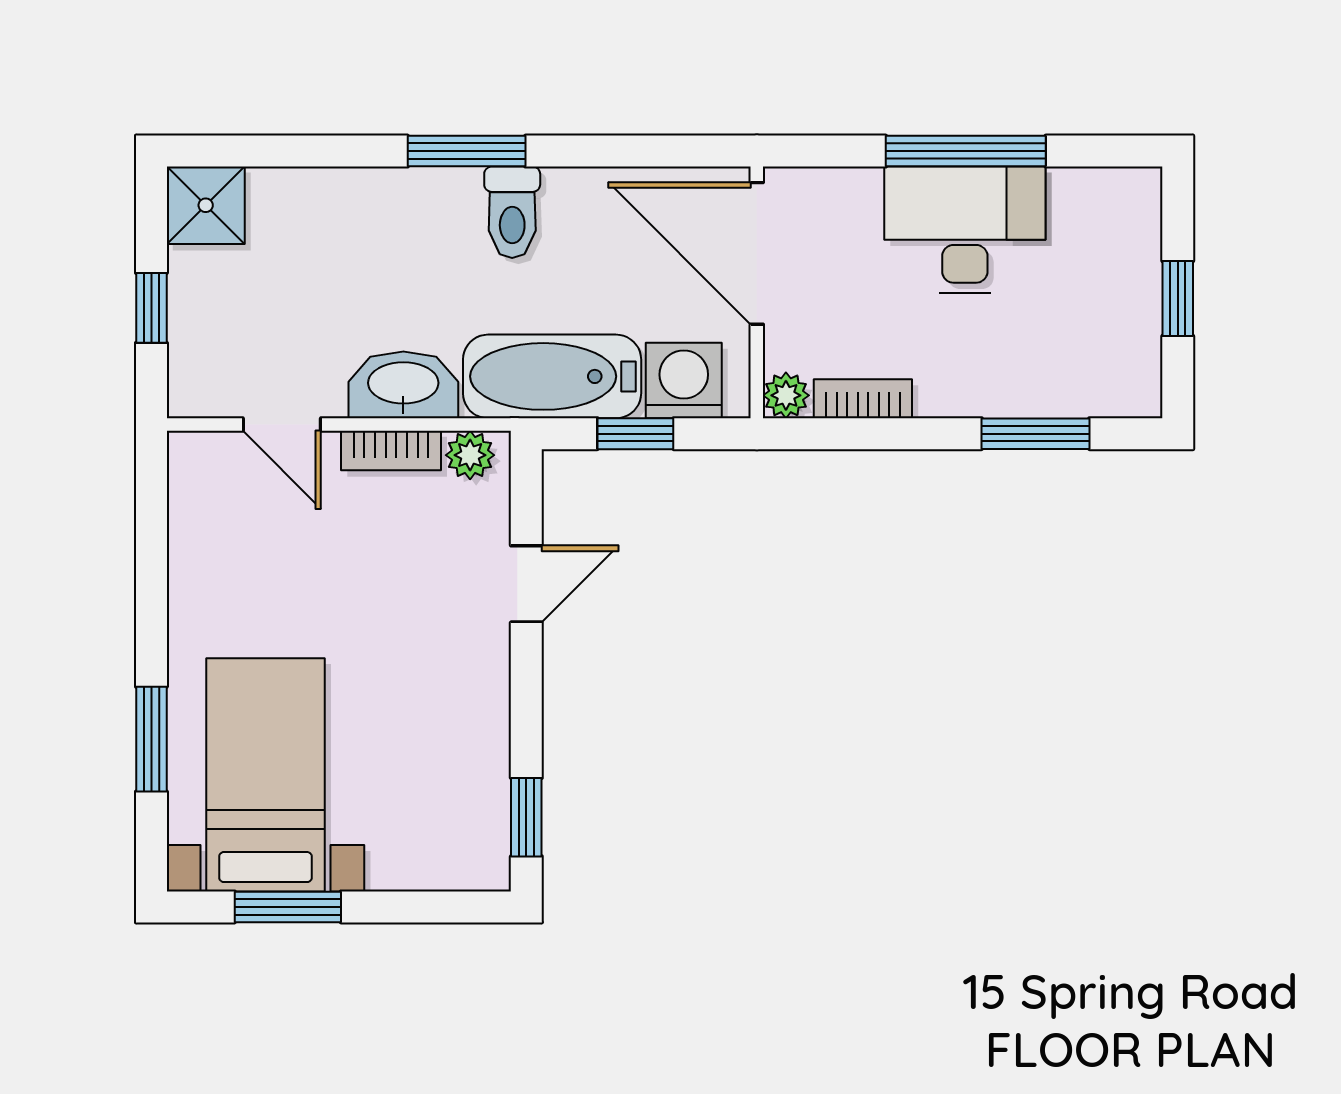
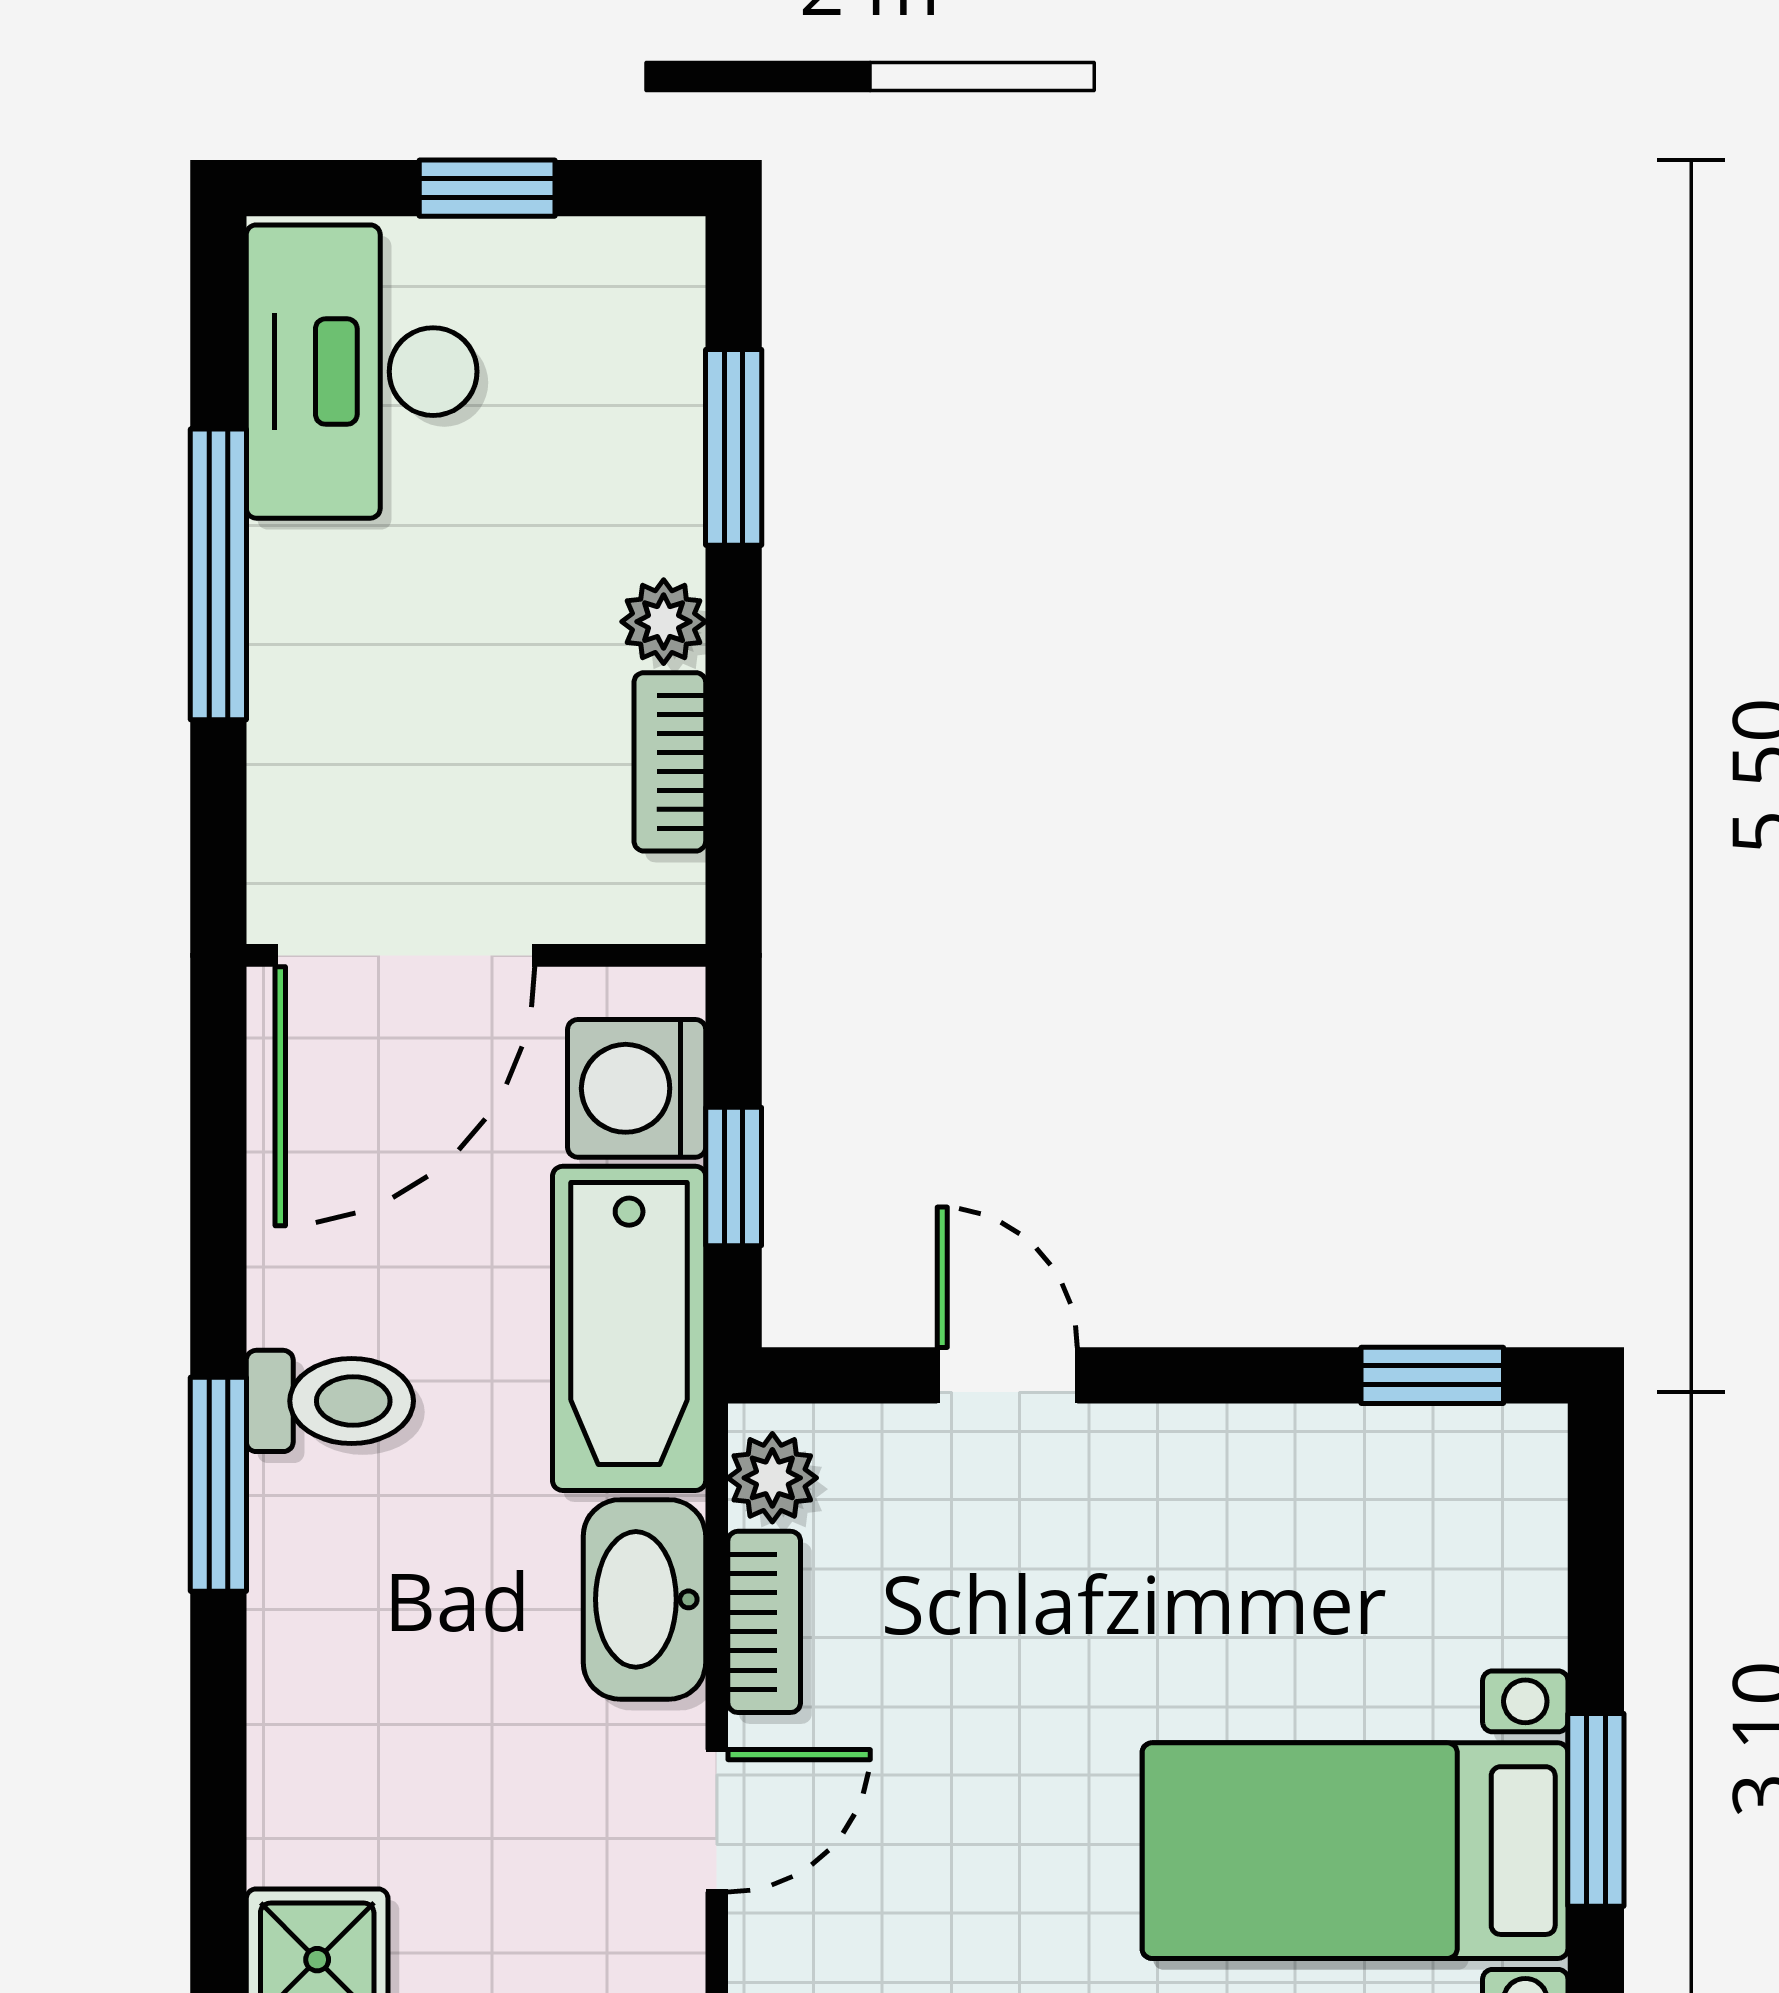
desk: (965, 230) -> (362, 372), moved
plant: (786, 395) -> (664, 622), moved

